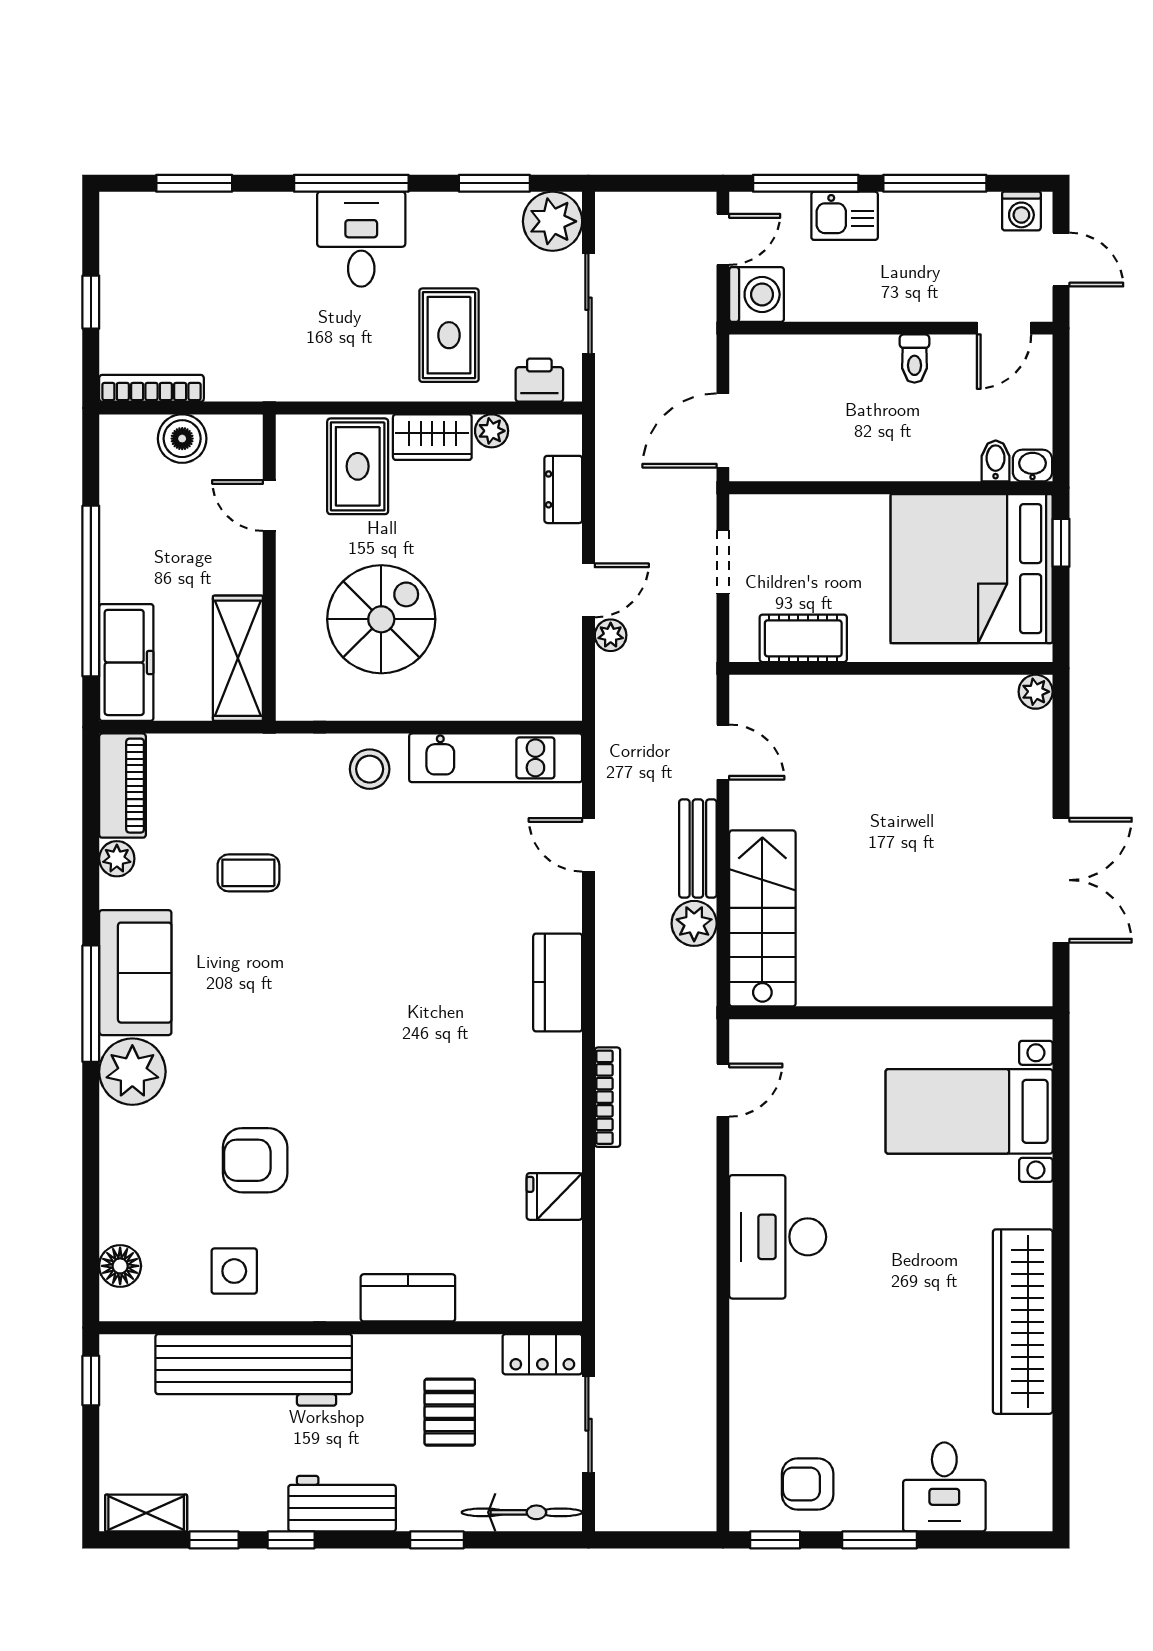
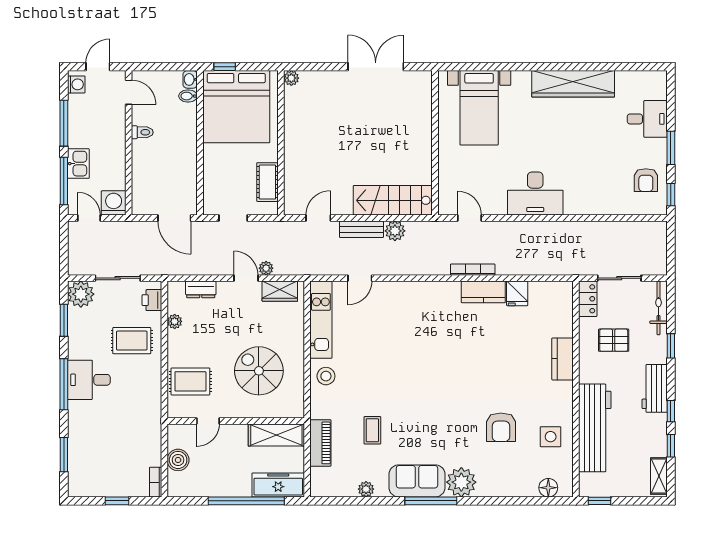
bookcase: (151, 388) -> (156, 482), width x0.64
wardrobe: (432, 437) -> (280, 291), moved, turned 90
piano: (122, 786) -> (320, 443), moved, turned 90
kitchen counter: (558, 982) -> (483, 292), moved

